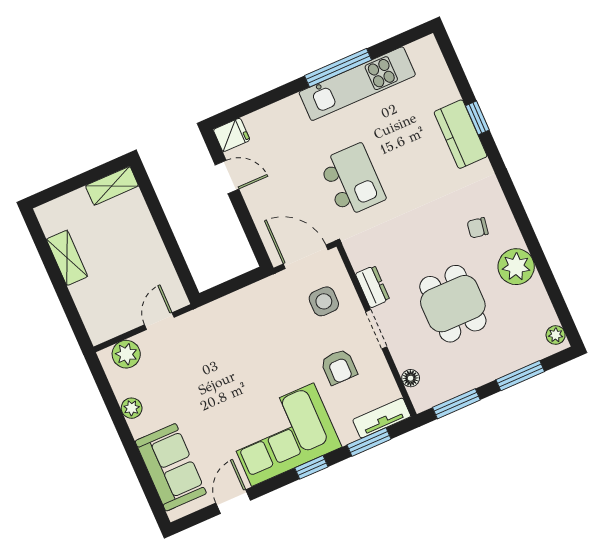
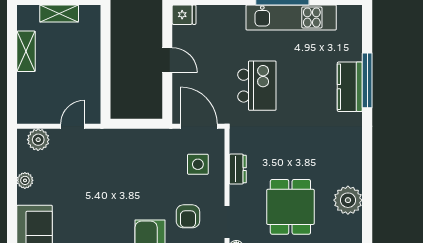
window: (477, 118) -> (367, 80), width x2.17
door: (227, 177) -> (167, 60), moved
shelving: (112, 186) -> (59, 13), moved
chair: (478, 228) -> (332, 160), removed
doorway: (376, 329) -> (227, 222), moved

